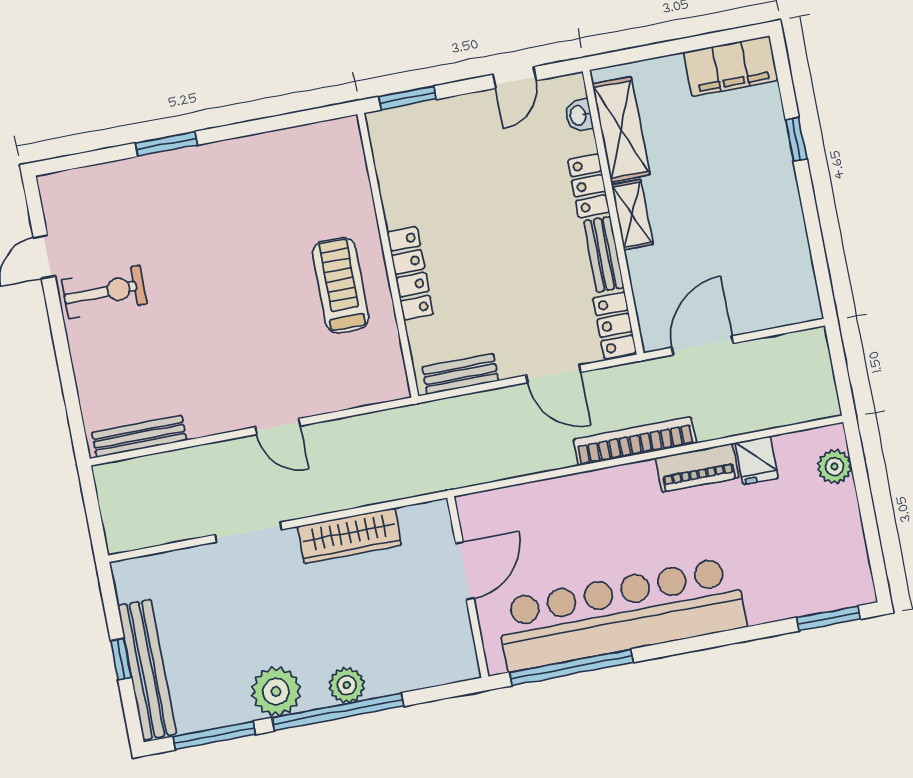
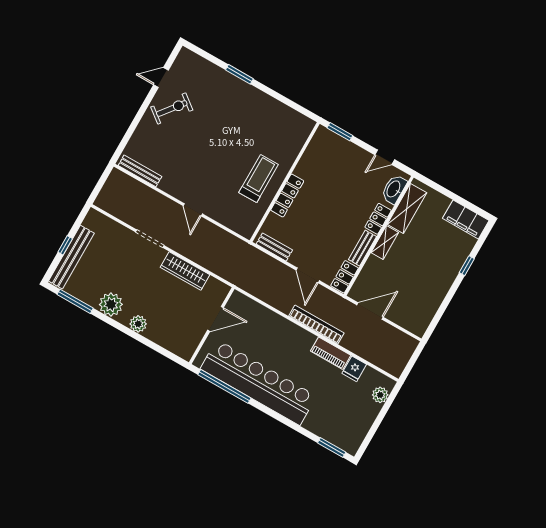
washbasin: (579, 115) -> (394, 189), width x1.91, depth x1.45
exercise bike: (104, 292) -> (172, 108), turned -52
window: (338, 712) -> (127, 331), removed

